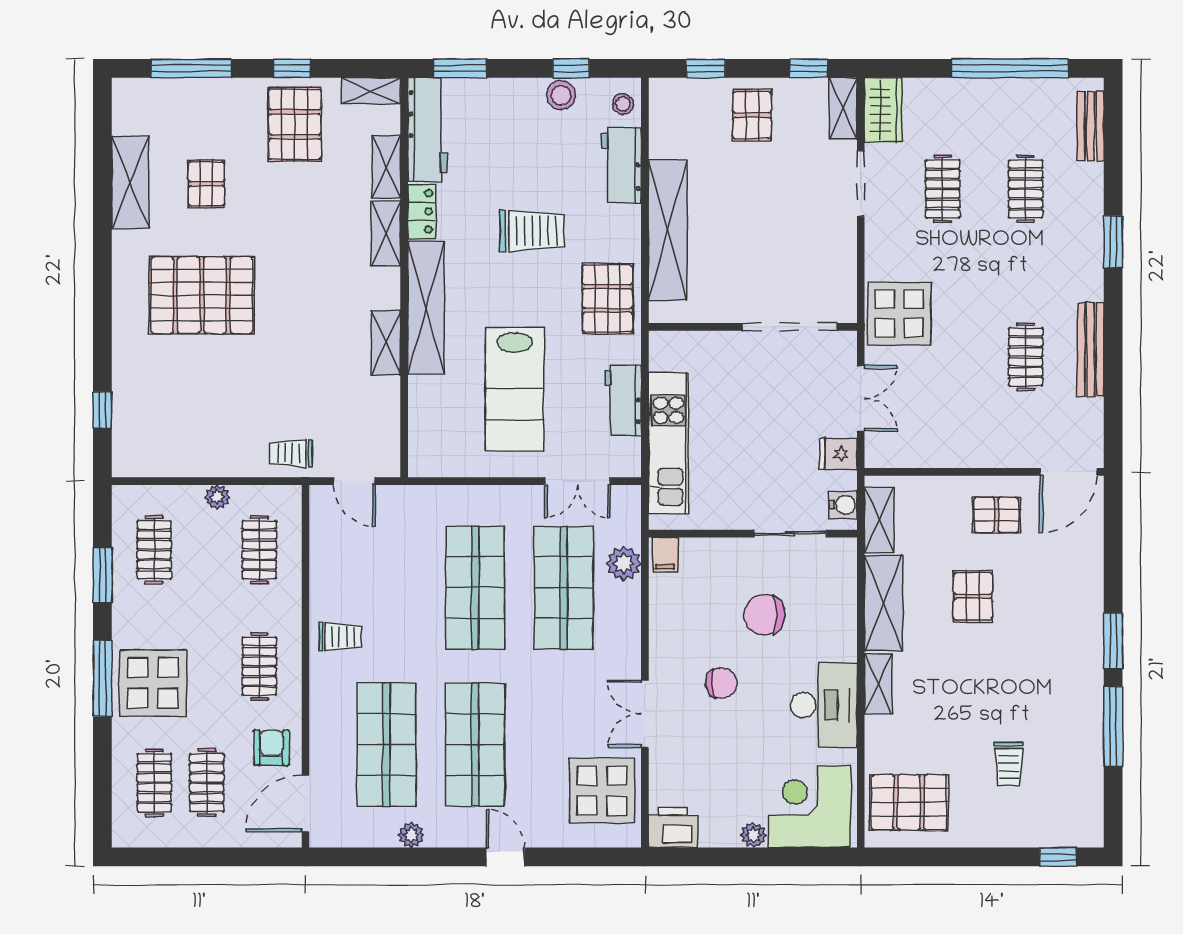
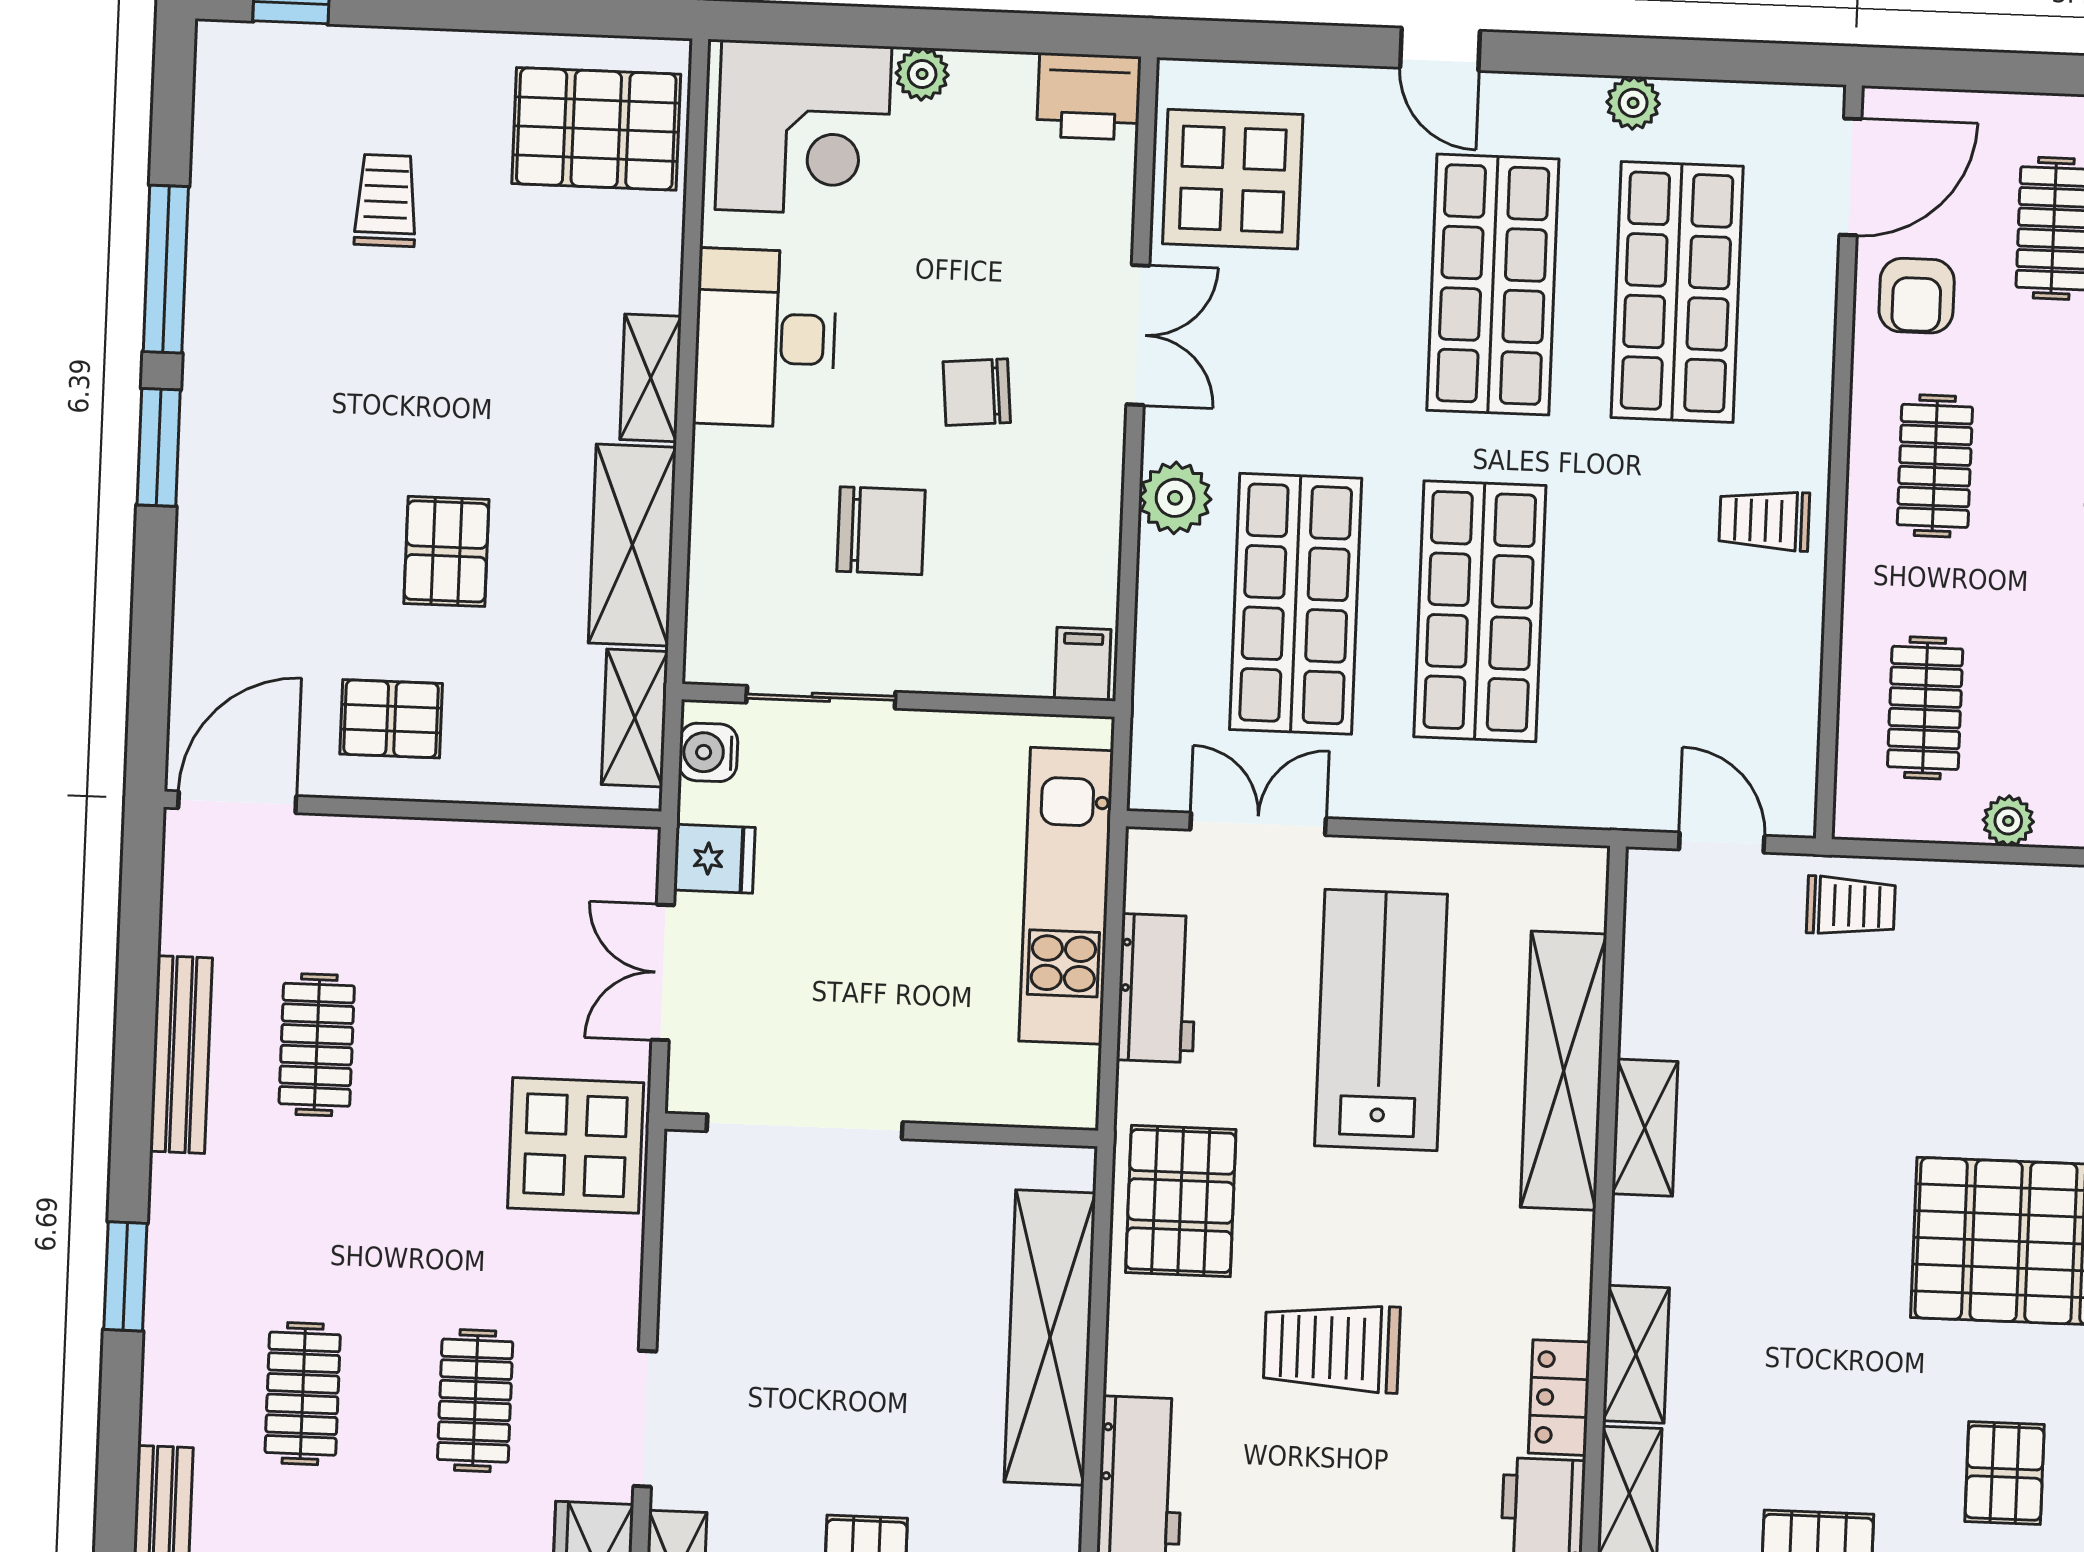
shelving: (426, 308) -> (1564, 1071), moved
plant: (624, 564) -> (1175, 498), moved

